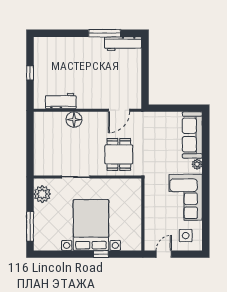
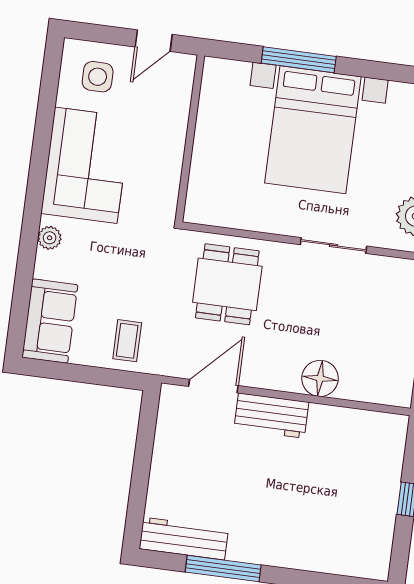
workbench: (61, 101) -> (271, 416), moved
coffee table: (158, 125) -> (127, 341), added
sofa: (192, 135) -> (50, 321), width x0.73
window: (101, 254) -> (299, 60), width x2.17

